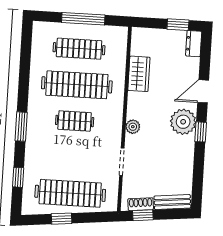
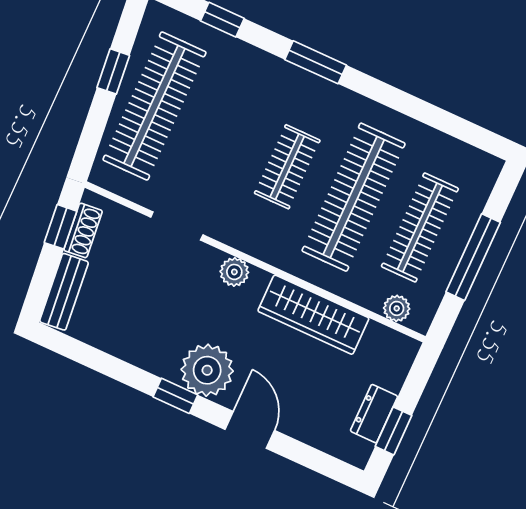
dresser: (194, 44) -> (374, 414), moved, turned -90
plant: (121, 45) -> (397, 308), added
wardrobe: (139, 74) -> (313, 315), width x1.50

